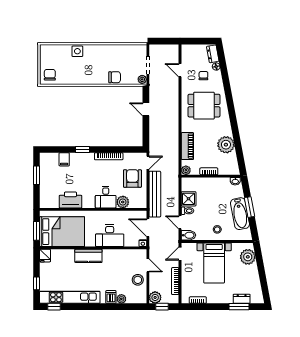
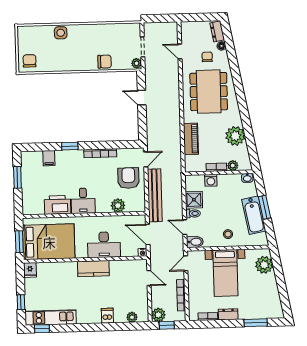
dining table: (204, 106) -> (209, 92), width x1.38
plant: (186, 170) -> (233, 166), moved
washing machine: (204, 183) -> (211, 180), added
desk: (106, 197) -> (83, 201), moved
kitchen counter: (88, 256) -> (93, 269), moved
stool: (138, 280) -> (138, 295), removed
kitchen unit: (70, 297) -> (51, 318), width x0.73
plant: (121, 299) -> (132, 317), moved
dresser: (242, 299) -> (228, 314), moved

